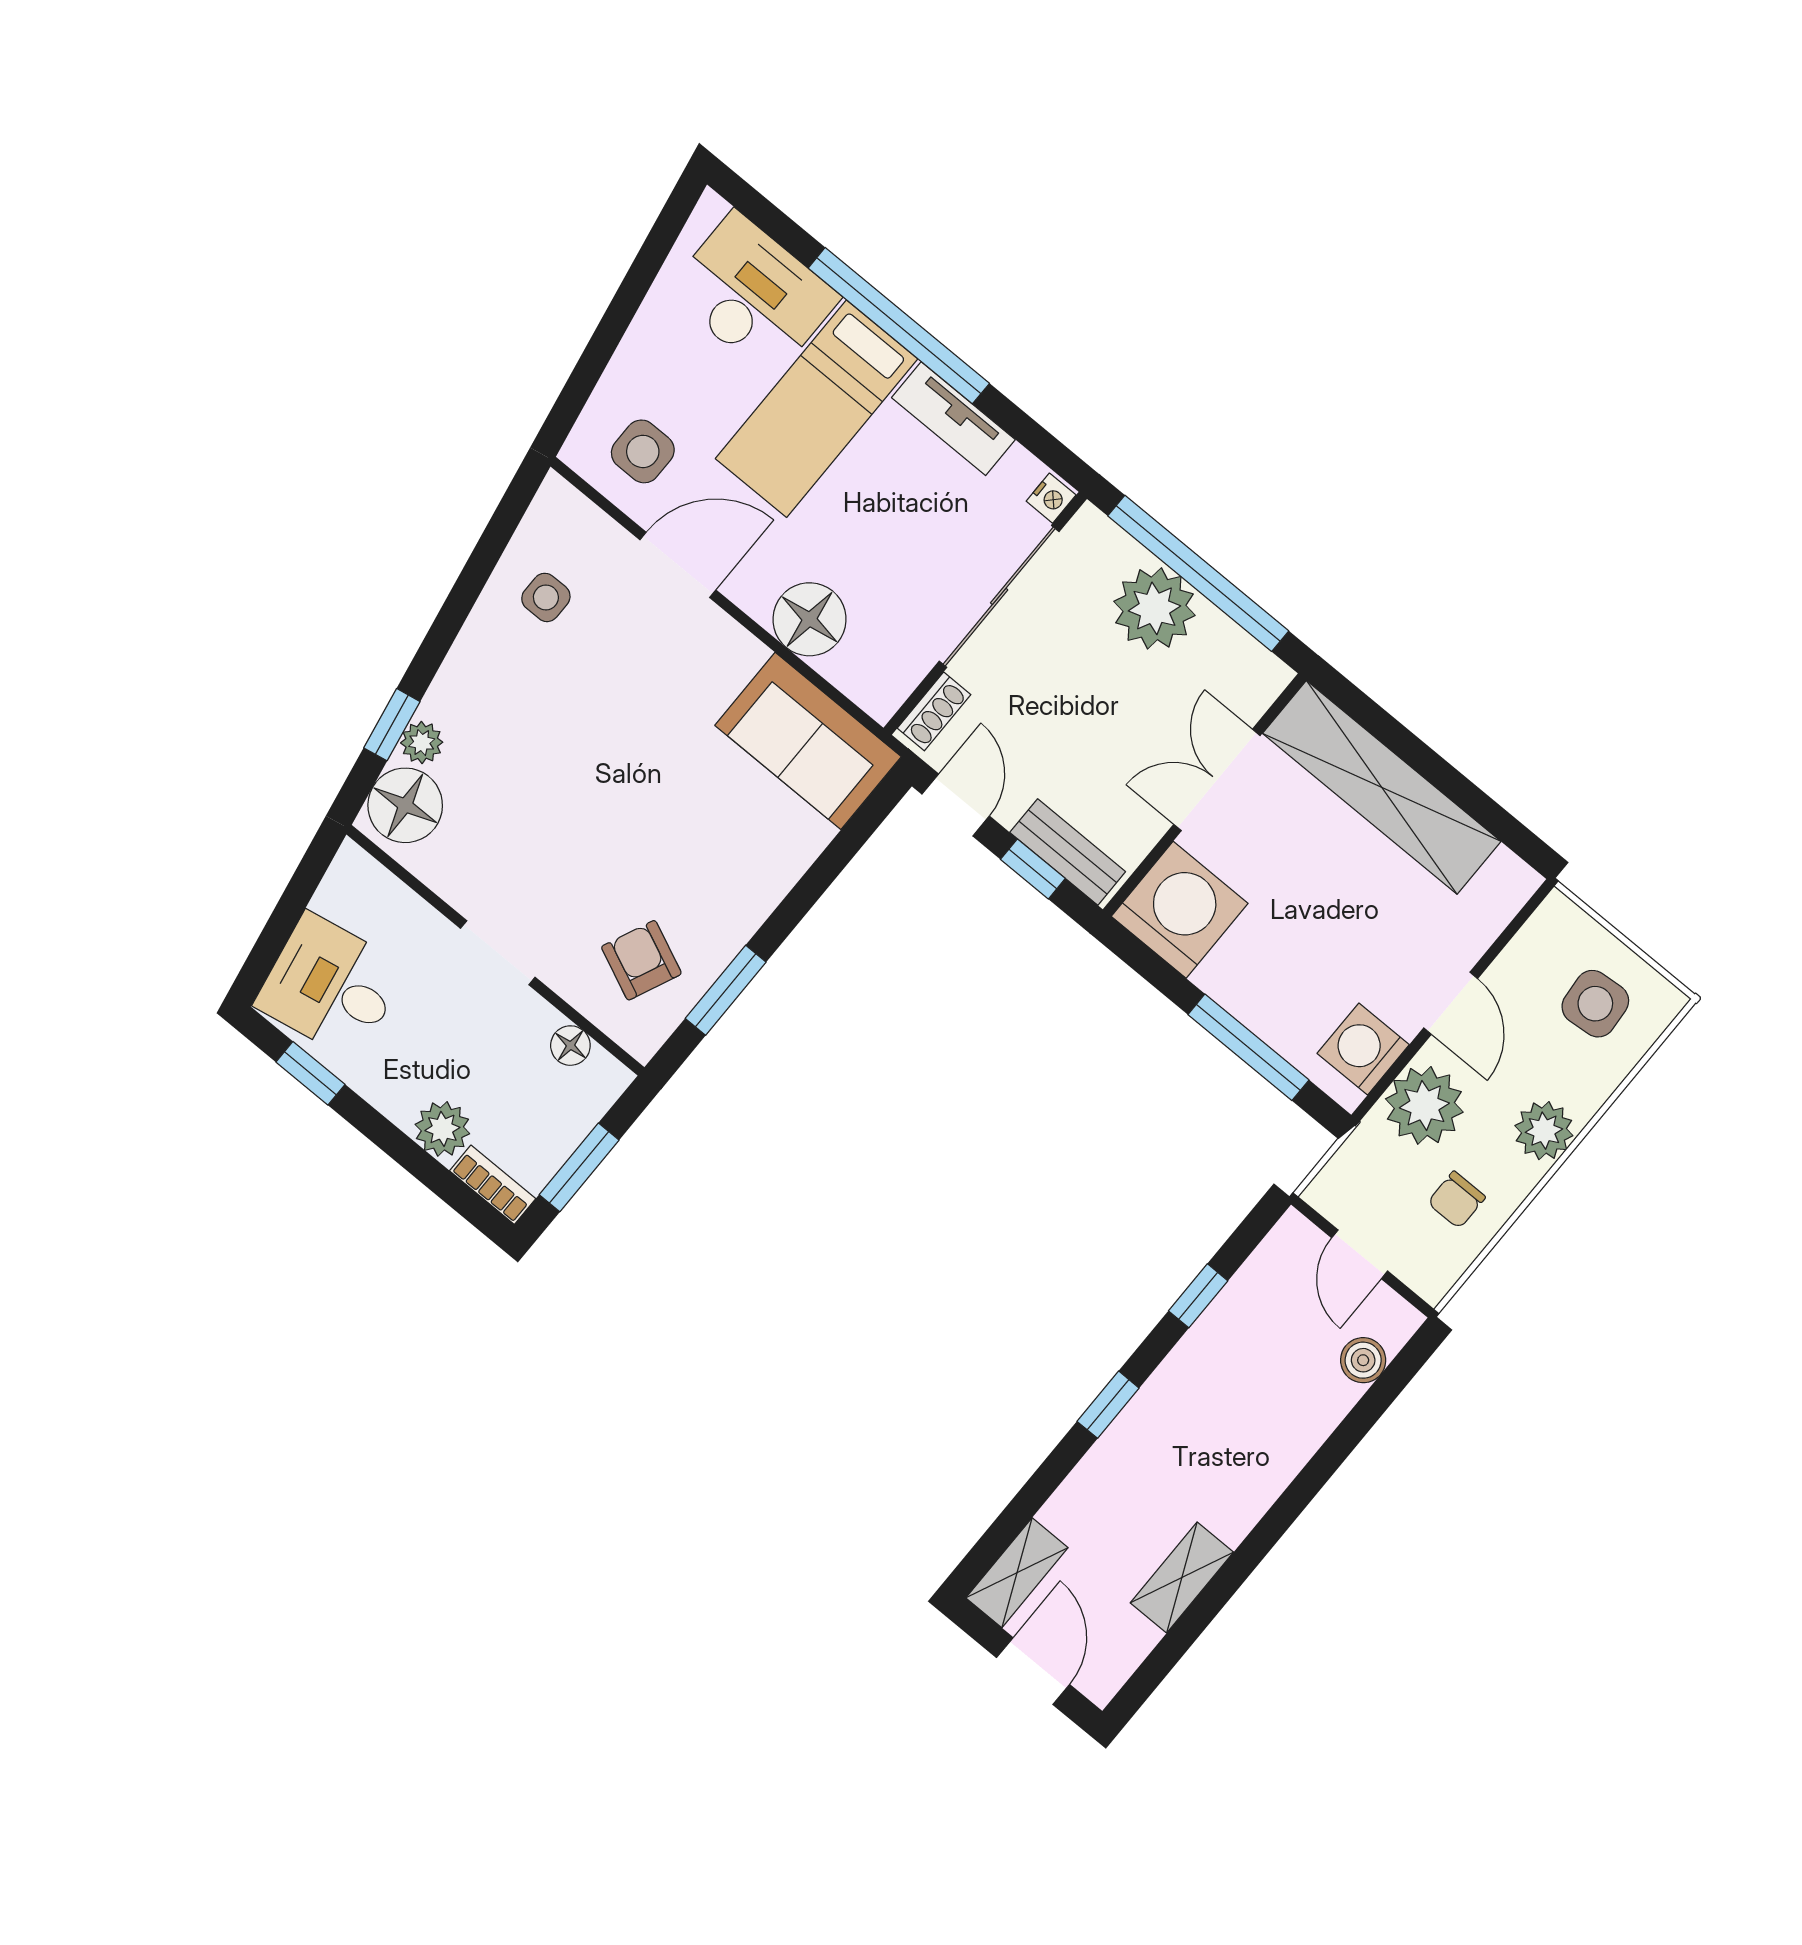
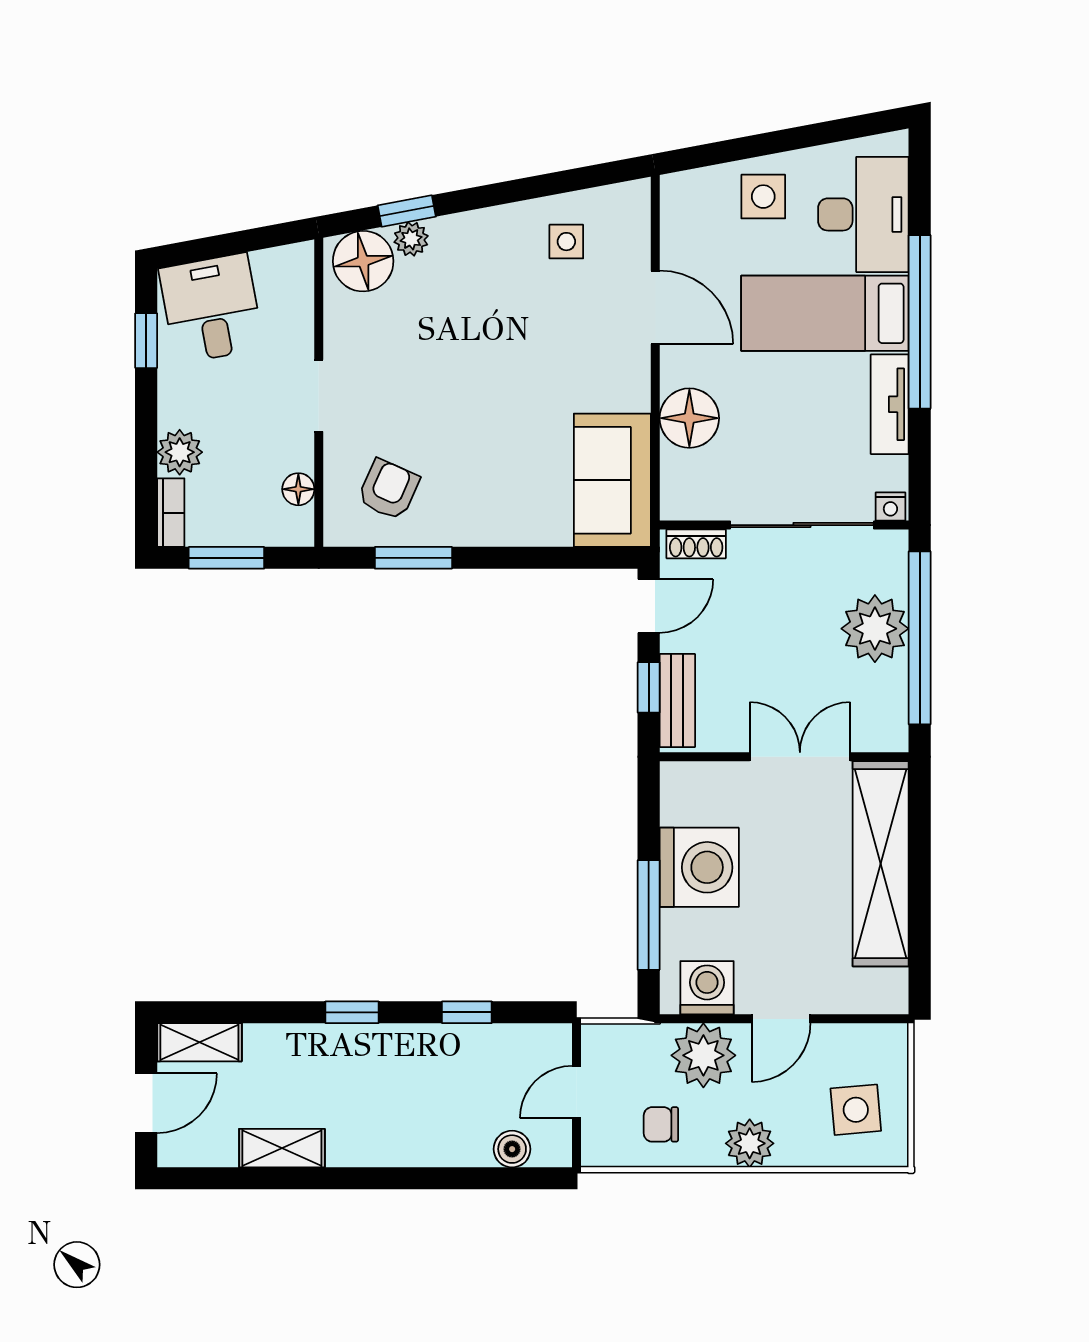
side table: (643, 451) -> (763, 197), moved
washing machine: (1180, 910) -> (699, 867), moved

